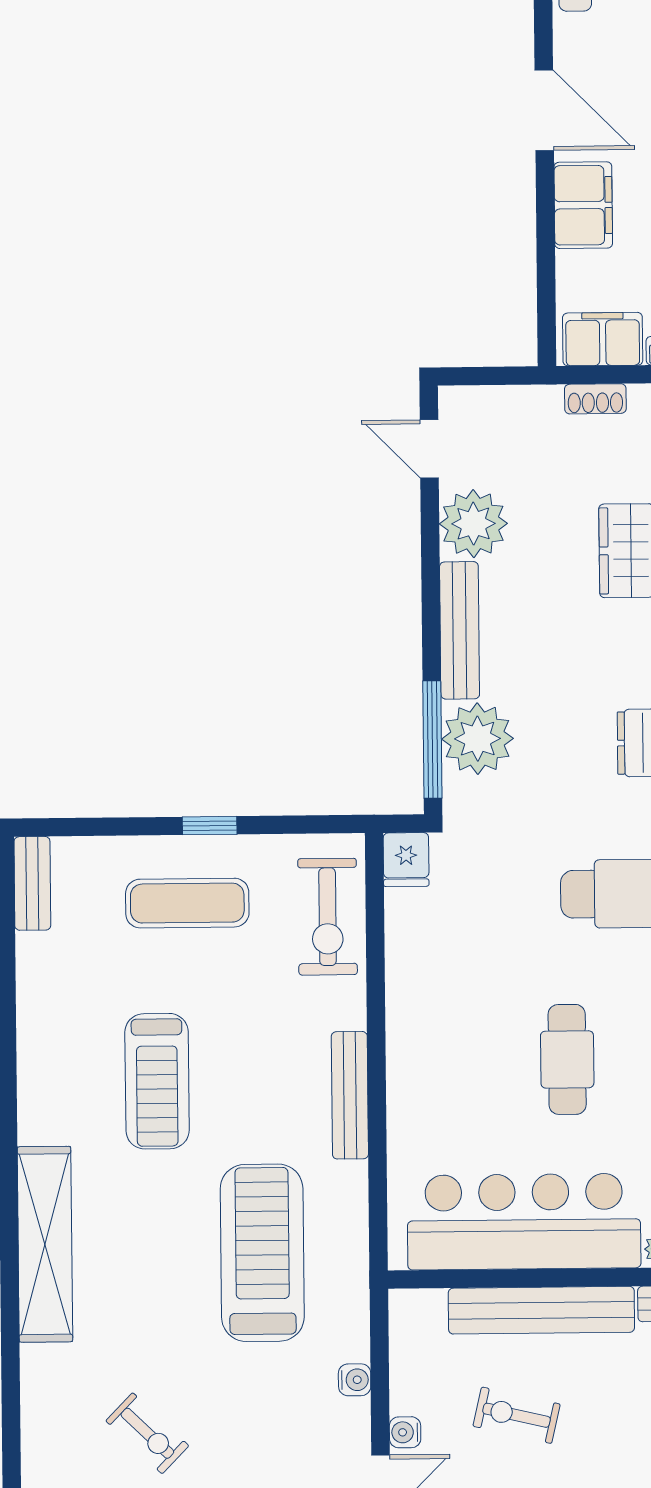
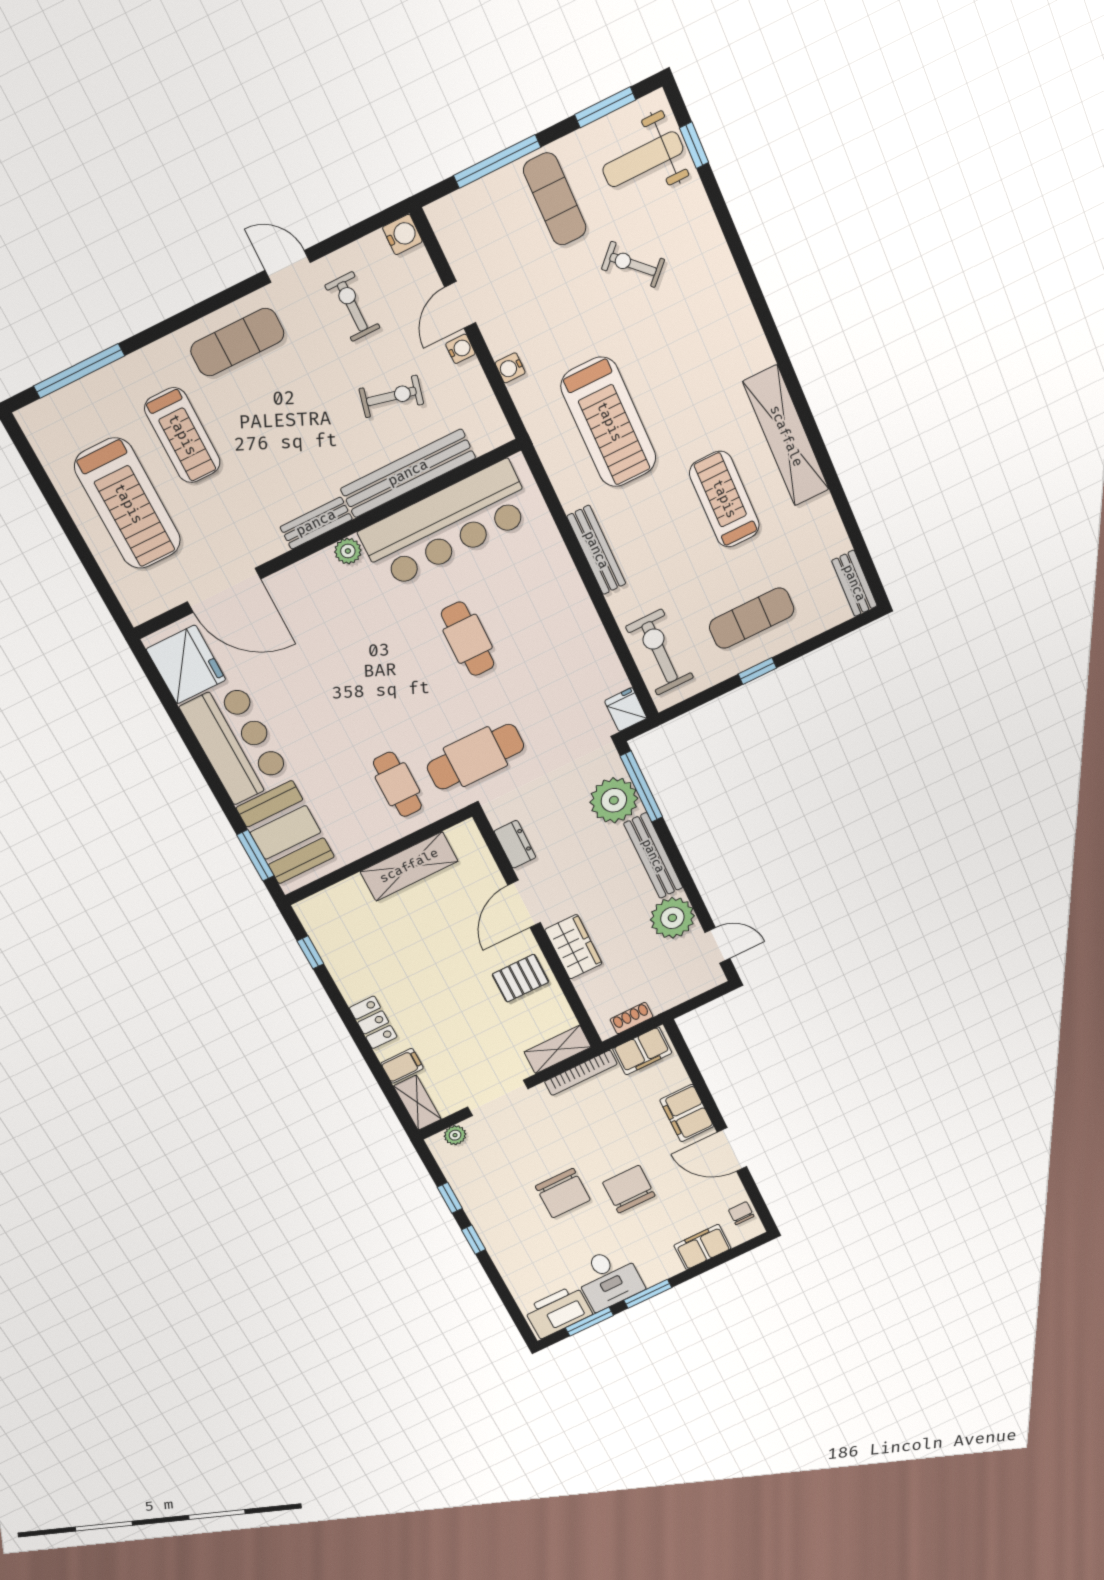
shelving: (45, 1244) -> (786, 436), moved

